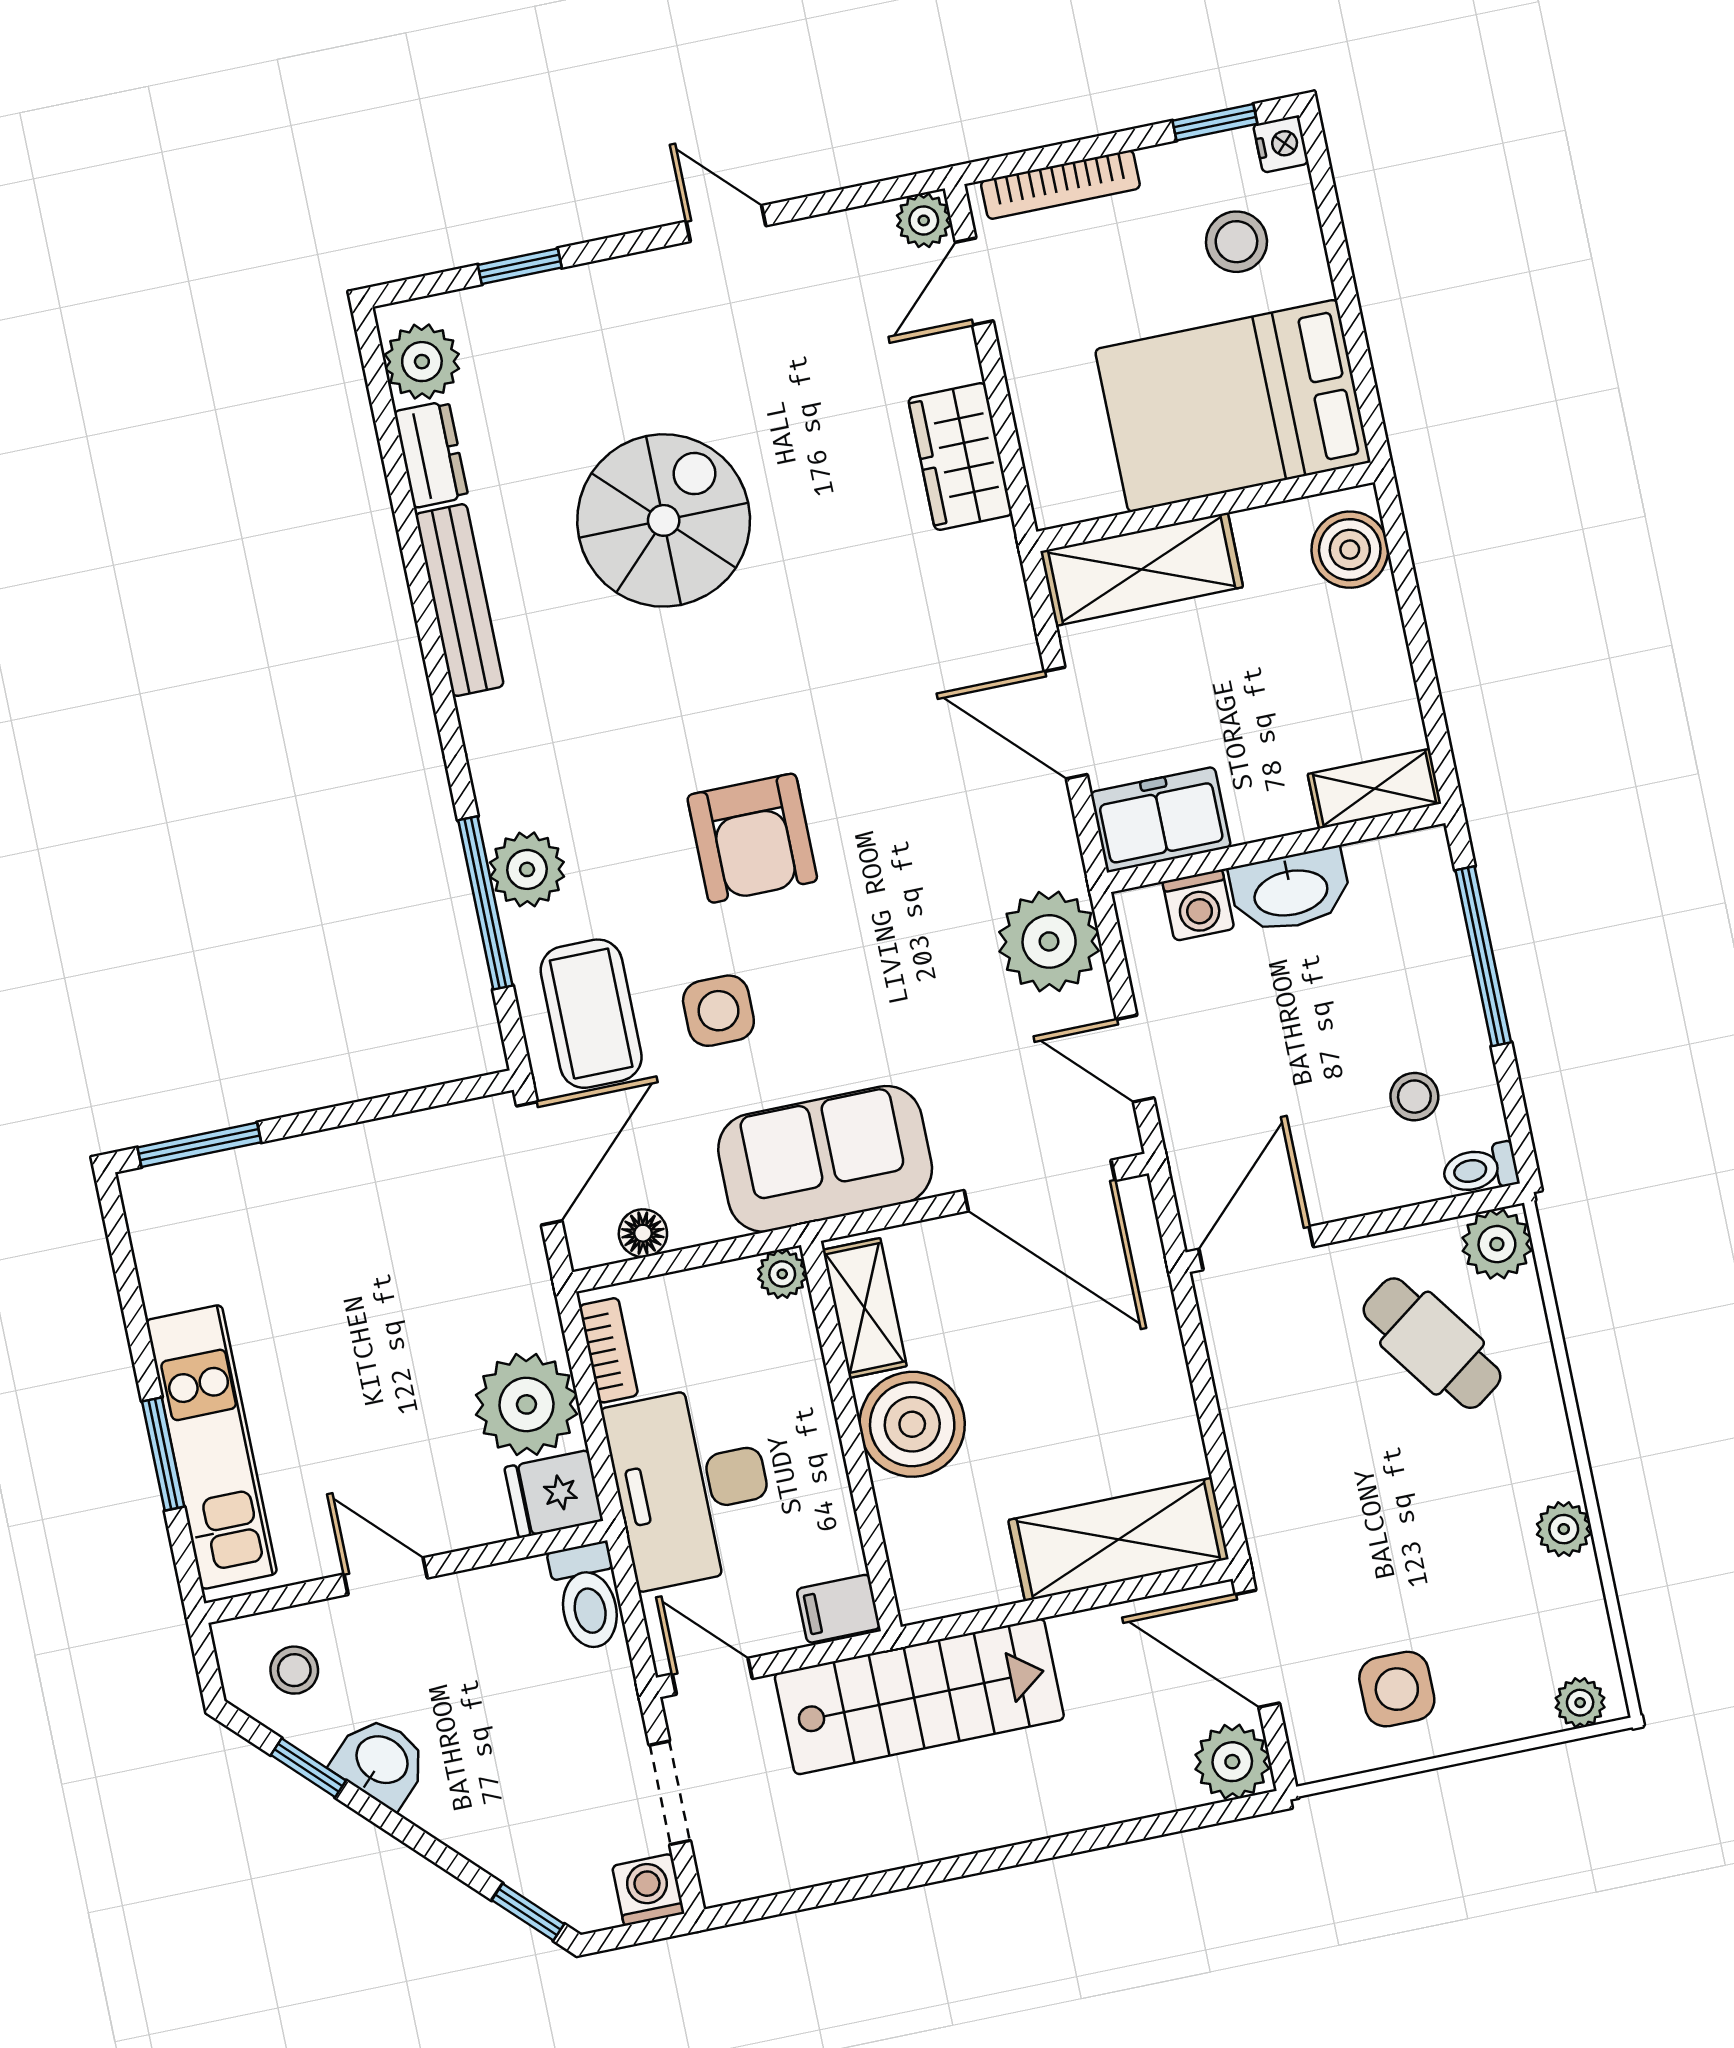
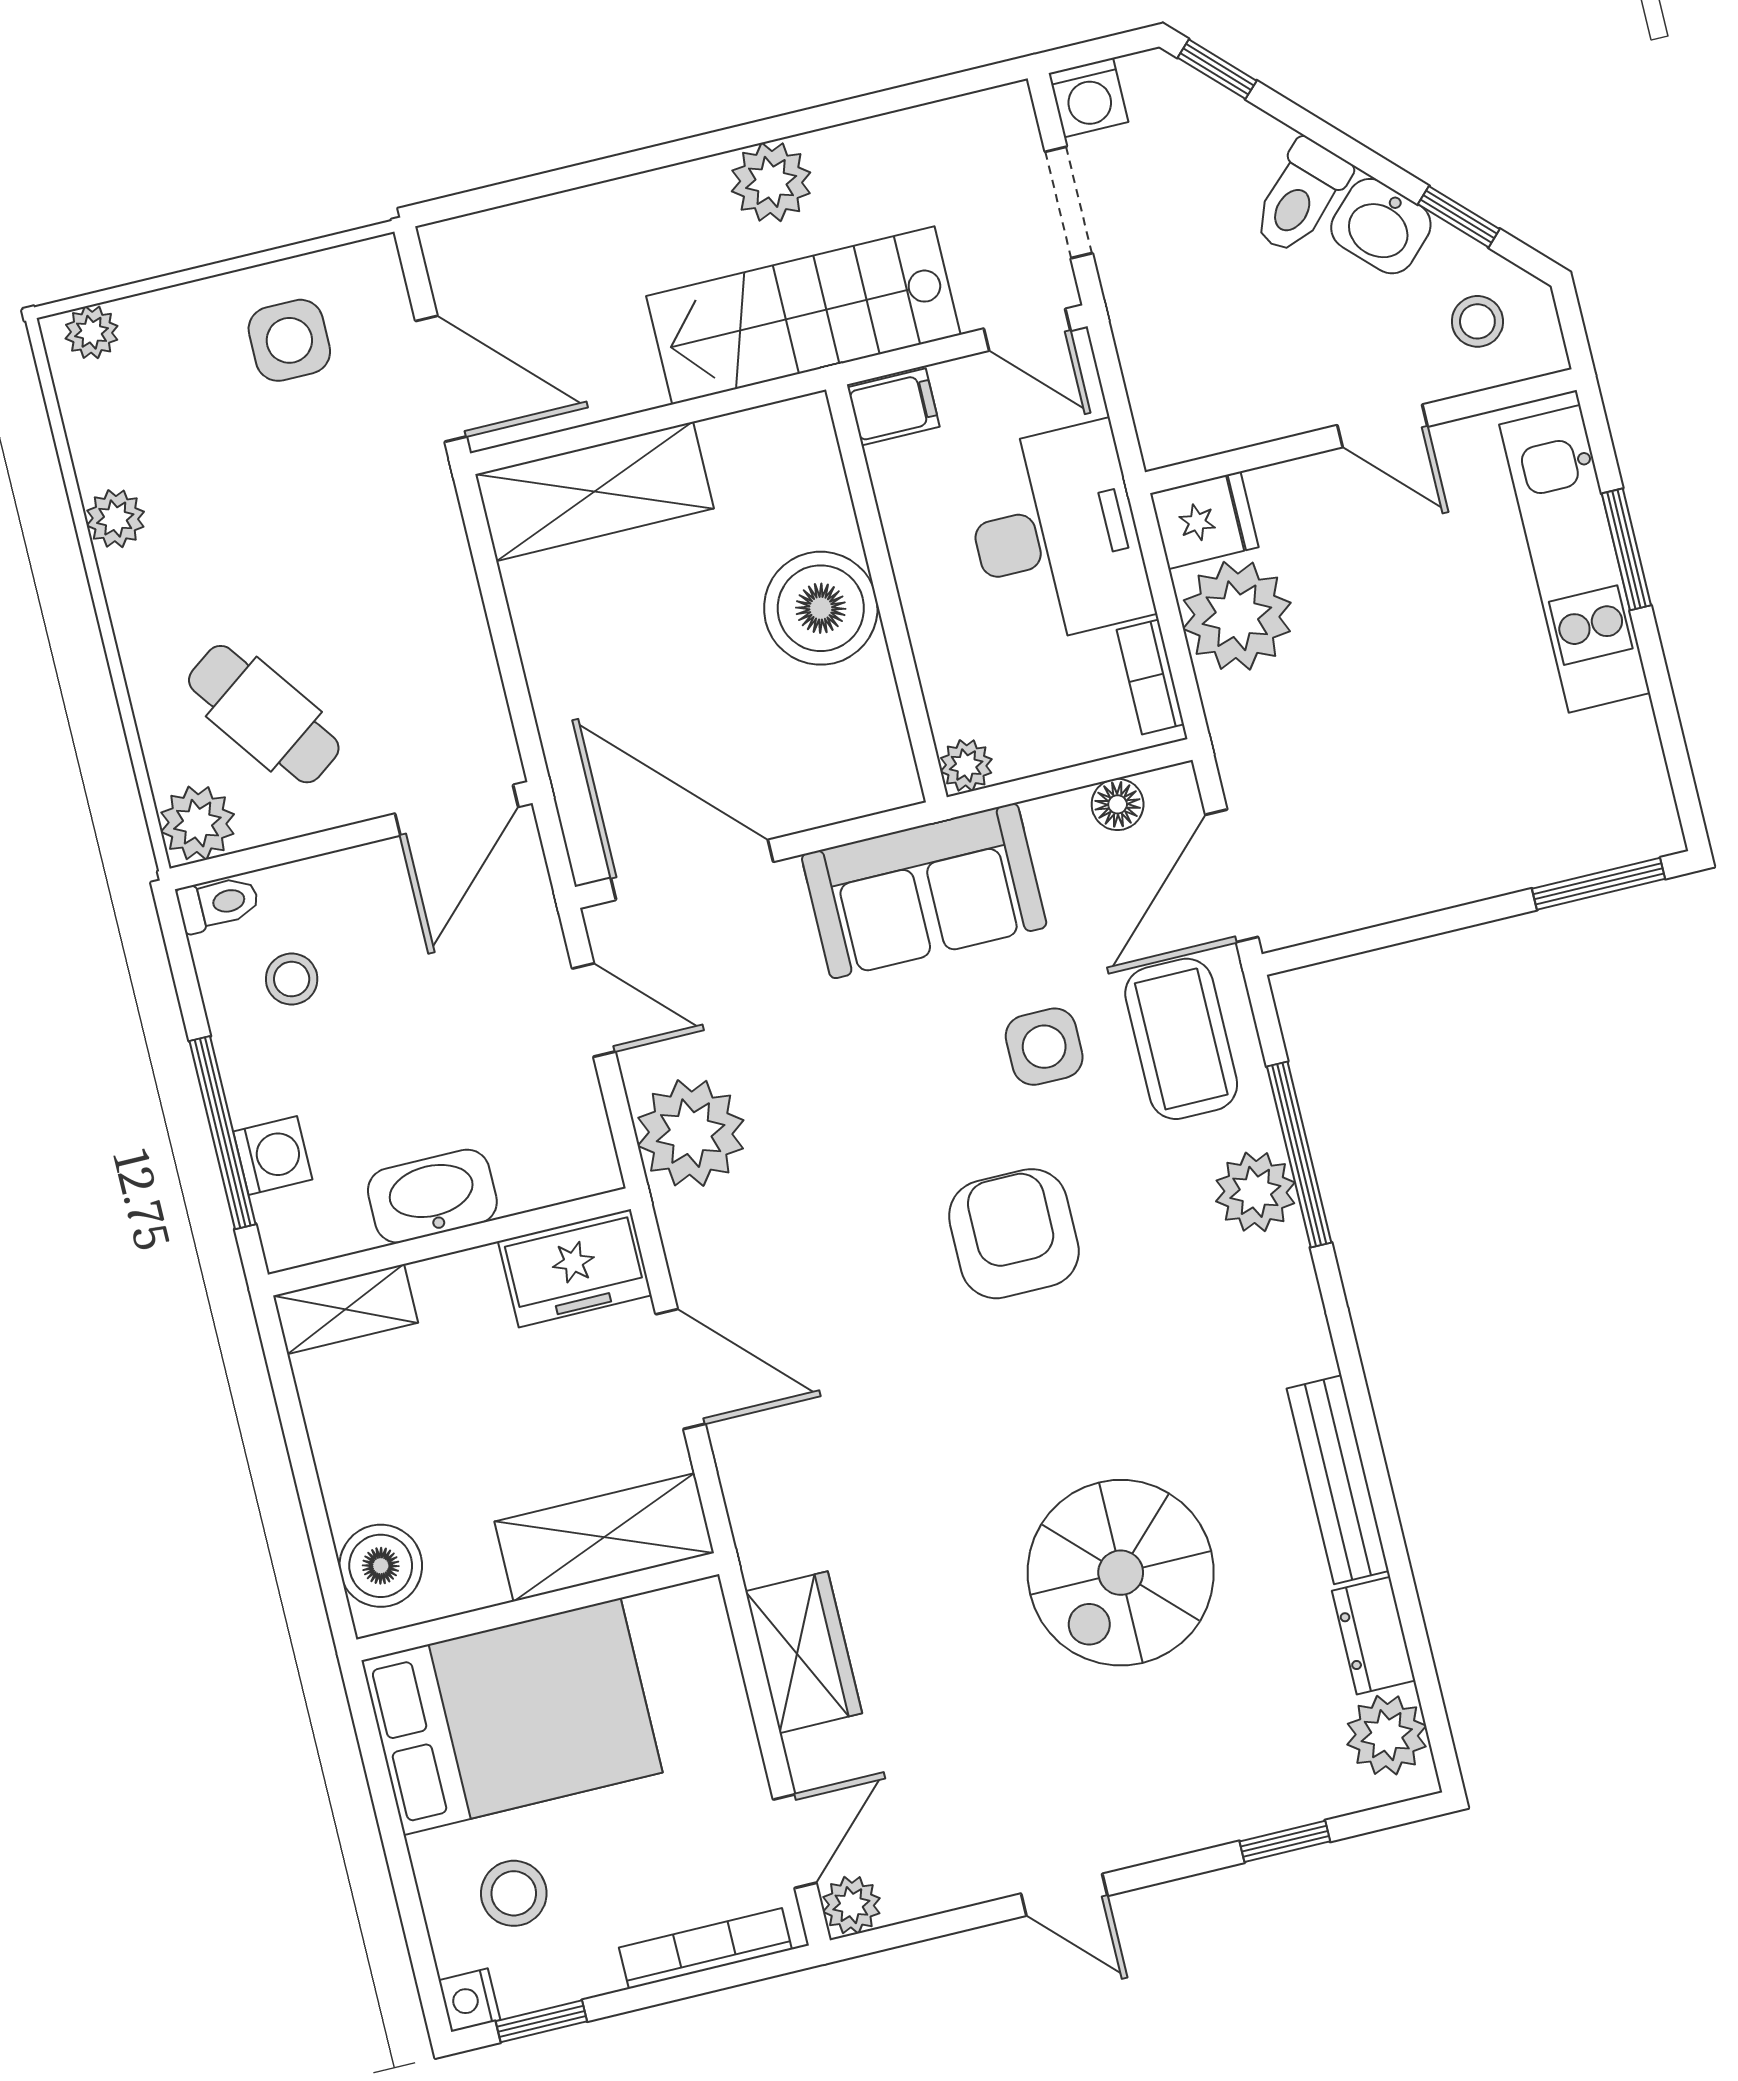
washing machine: (1198, 905) -> (273, 1155), moved, turned 90
shelving: (865, 1308) -> (876, 732), removed
toilet: (587, 1597) -> (1300, 197), moved, turned -135
plant: (1232, 1762) -> (771, 182), moved

